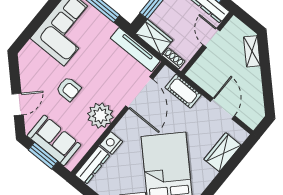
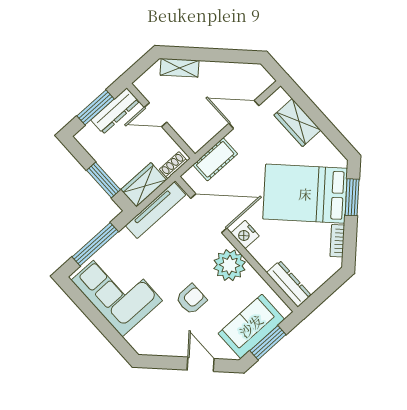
nightstand: (111, 143) -> (245, 234), moved

